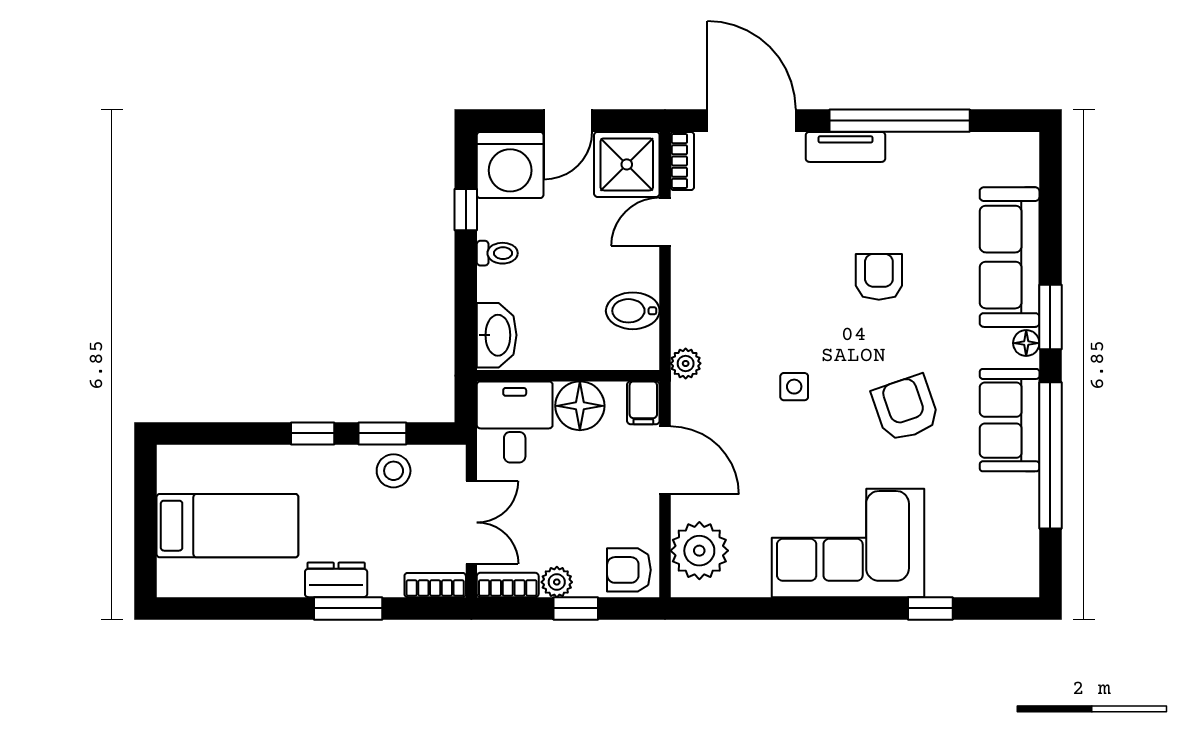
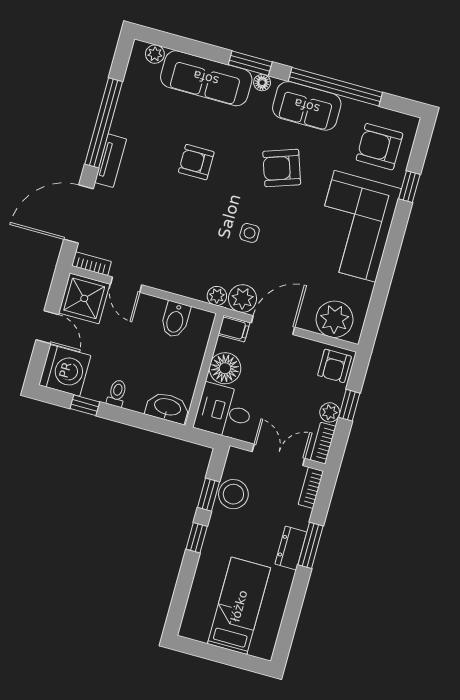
plant: (1025, 170) -> (155, 54), added
plant: (692, 403) -> (243, 299), added
stool: (394, 471) -> (233, 494), width x1.38, depth x1.38
armchair: (978, 547) -> (379, 147), added

